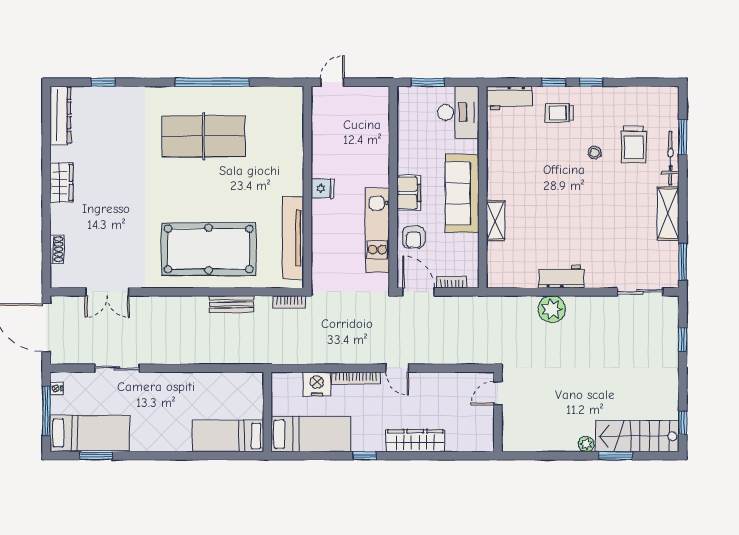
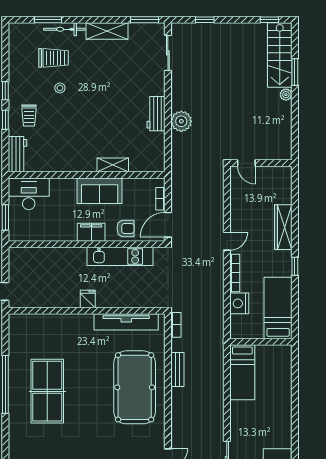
sofa: (462, 193) -> (100, 191), width x0.73
bed: (228, 436) -> (242, 372), moved

